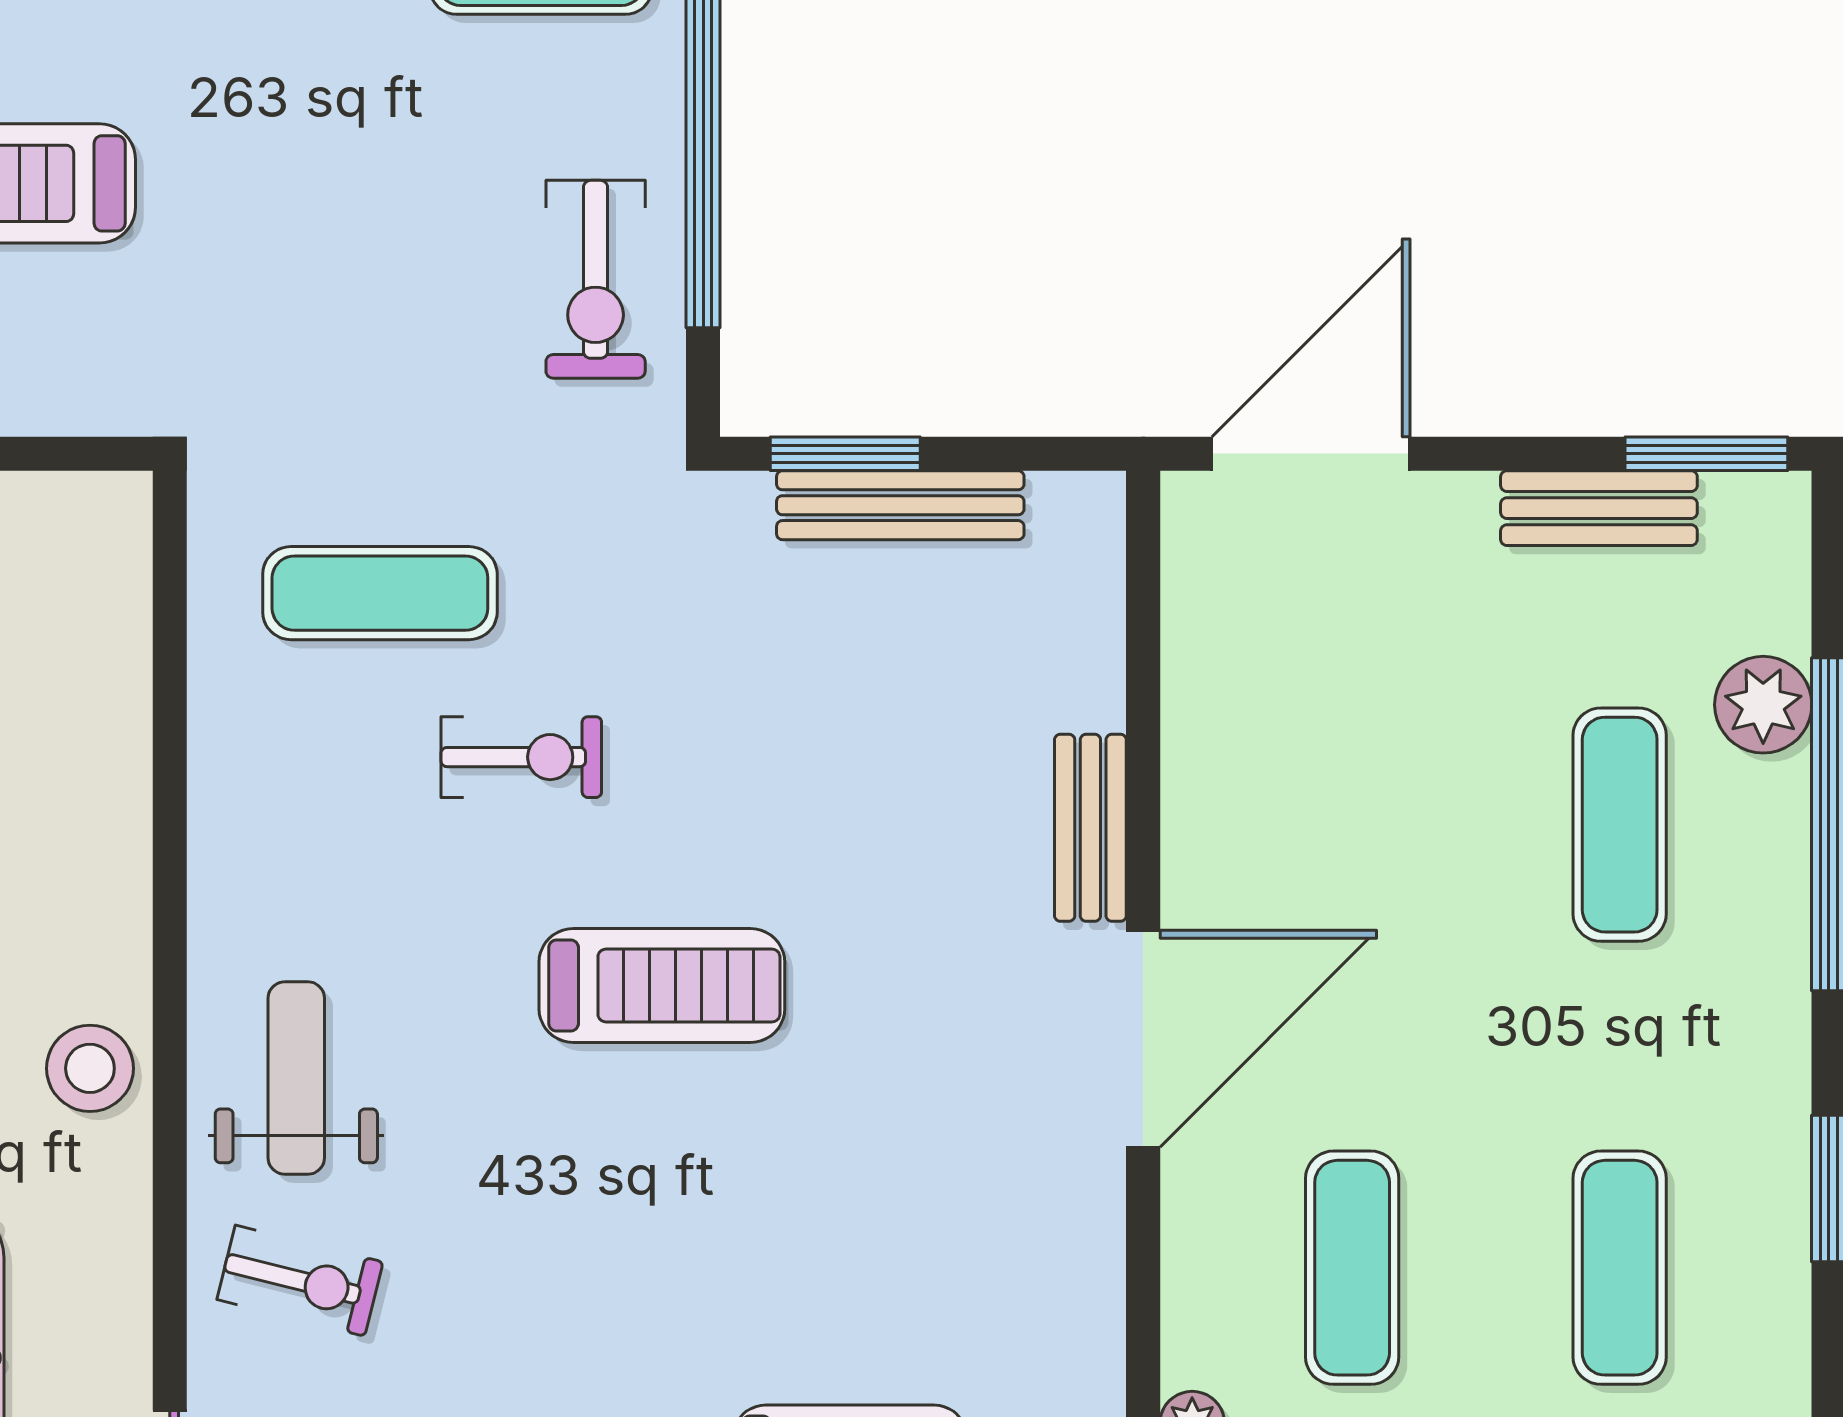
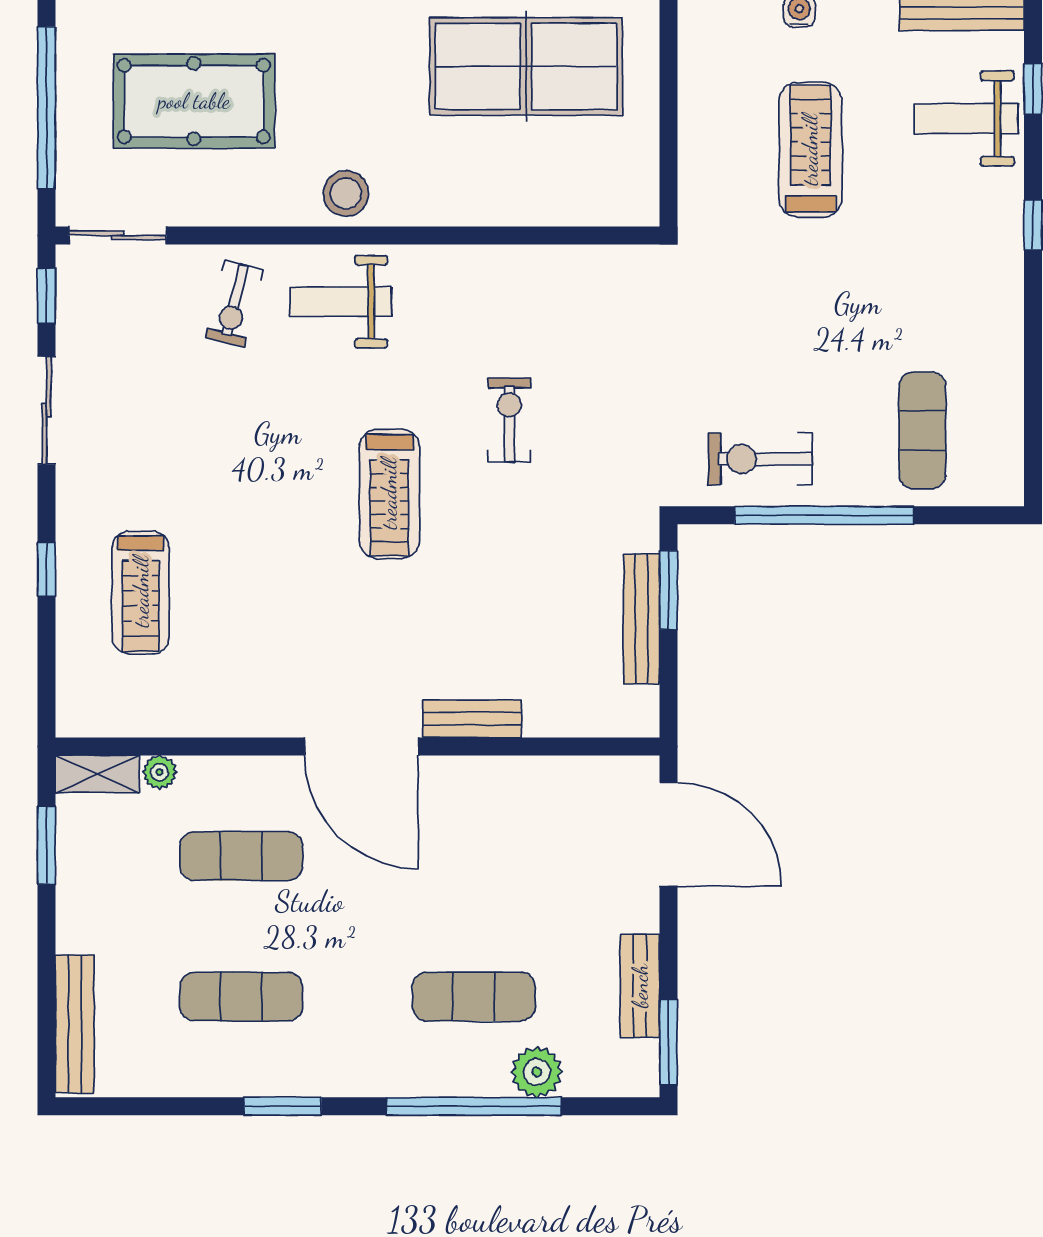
exercise mat: (380, 593) -> (595, 346), removed
exercise bike: (521, 757) -> (509, 420), turned 180
weight bench: (296, 1078) -> (341, 302), turned 180

